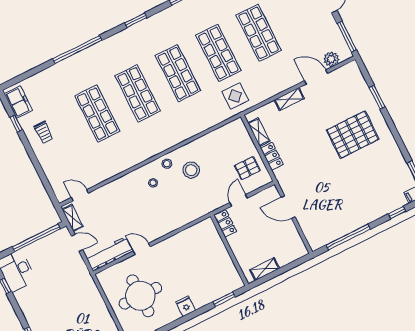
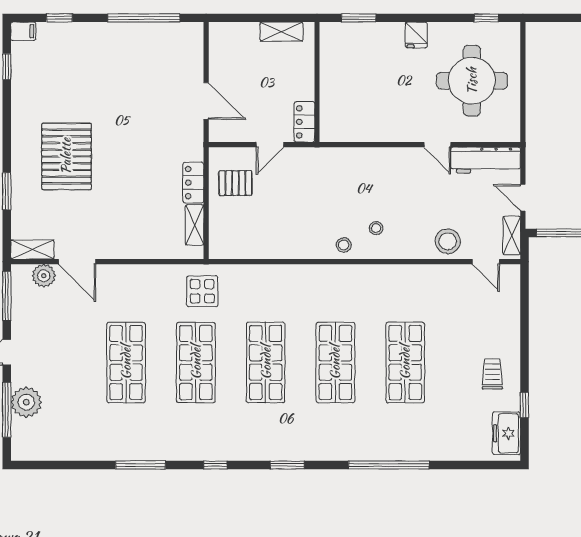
shelving: (289, 99) -> (32, 249), moved
pallet: (353, 135) -> (66, 156), turned 90
stool: (191, 170) -> (448, 241), moved

